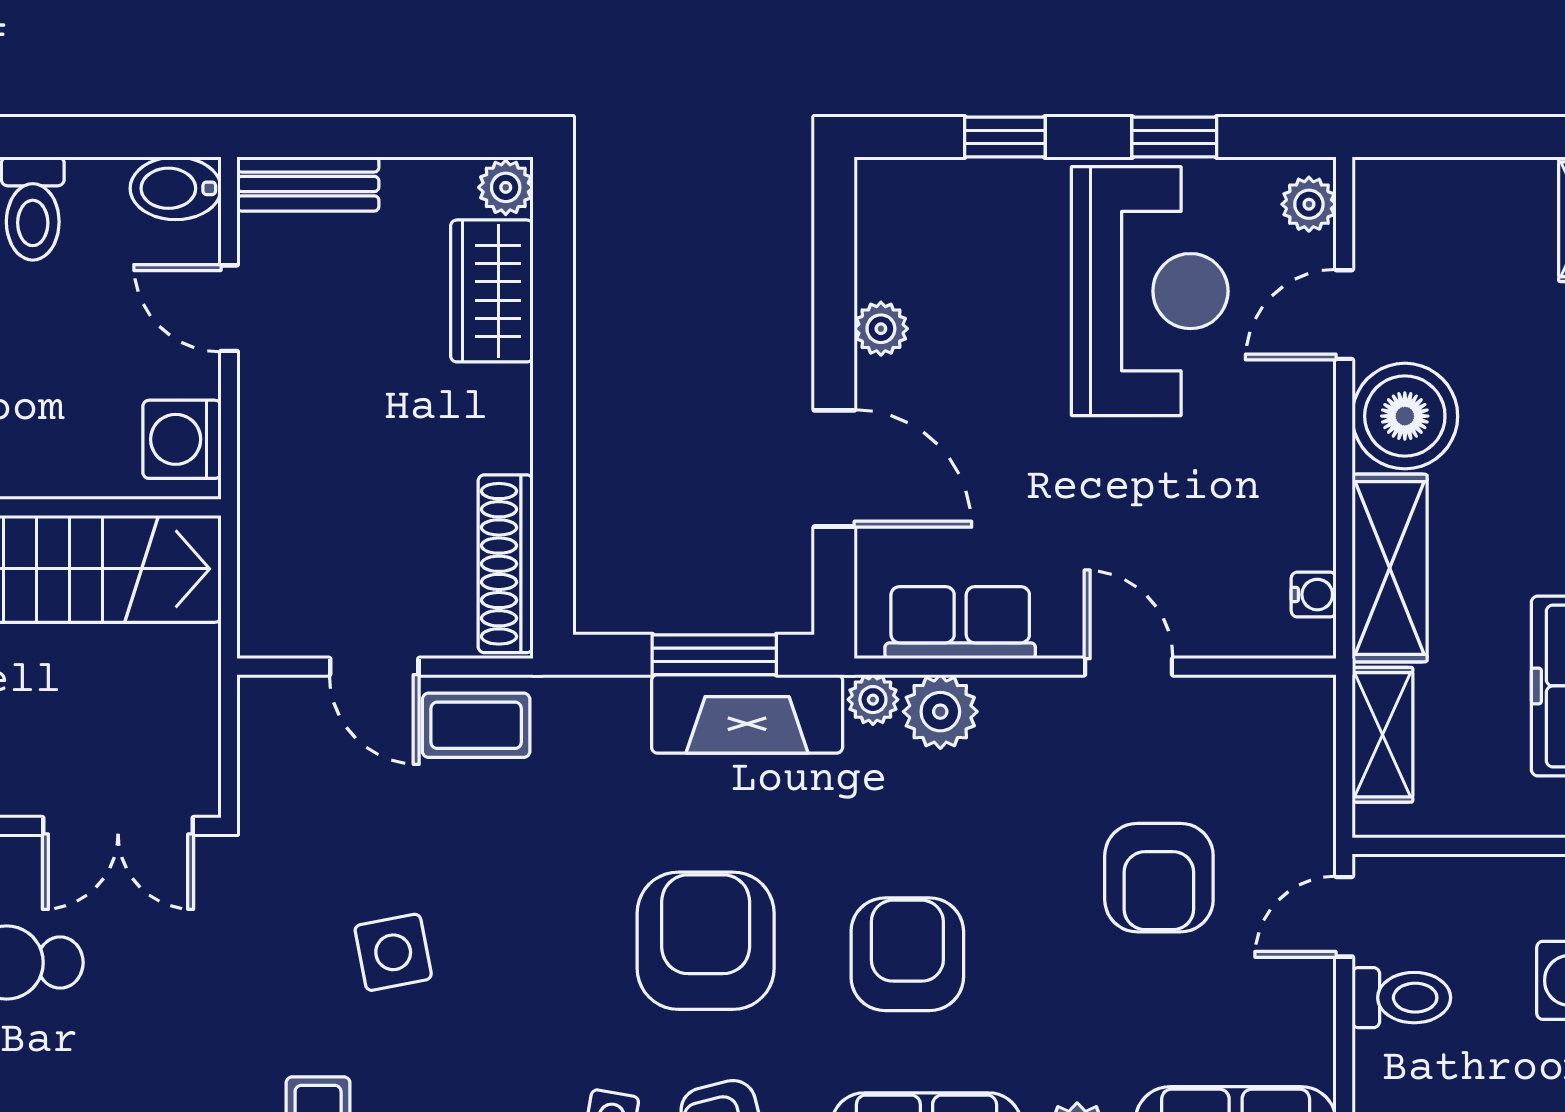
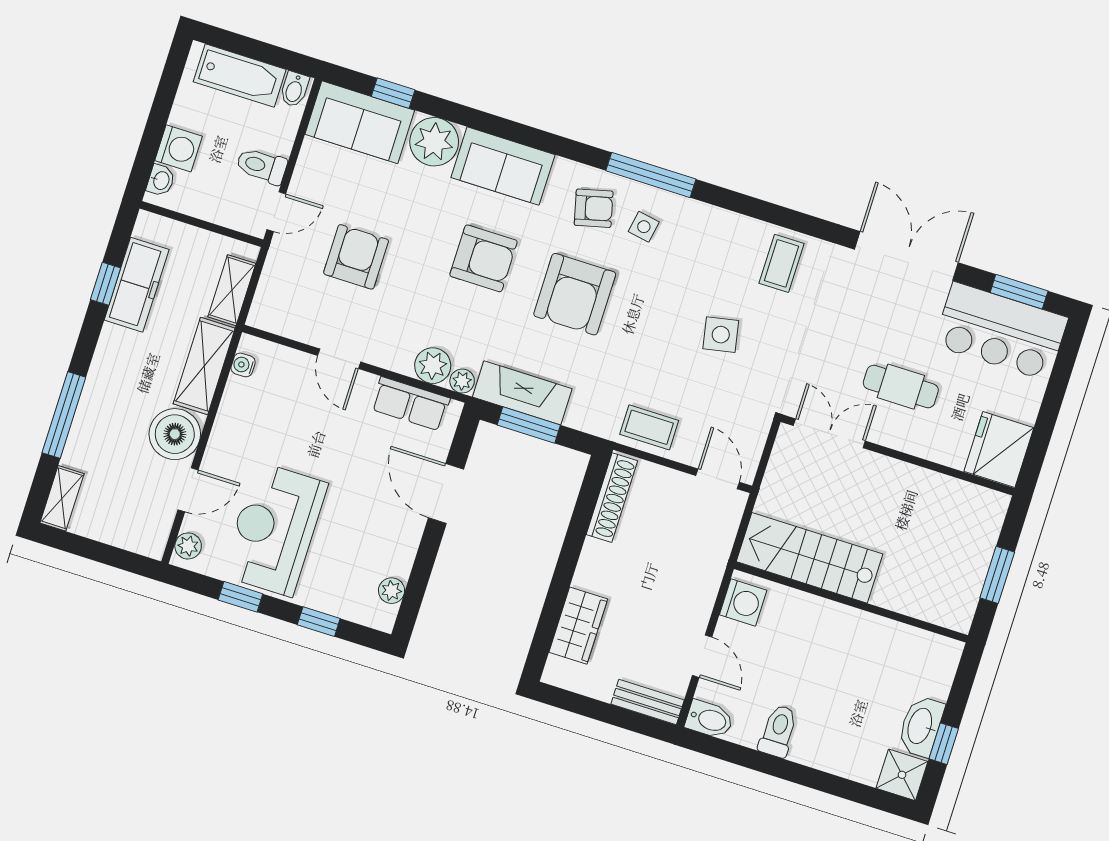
plant: (506, 187) -> (557, 671), removed
plant: (881, 329) -> (392, 591), moved
door: (374, 667) -> (718, 479), moved
armchair: (907, 954) -> (483, 258), turned -90

